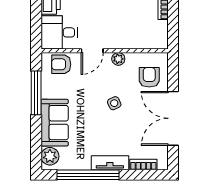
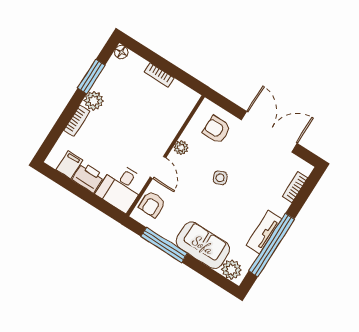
double door: (173, 118) -> (269, 132), swing flipped
tv unit: (110, 163) -> (264, 232), moved

